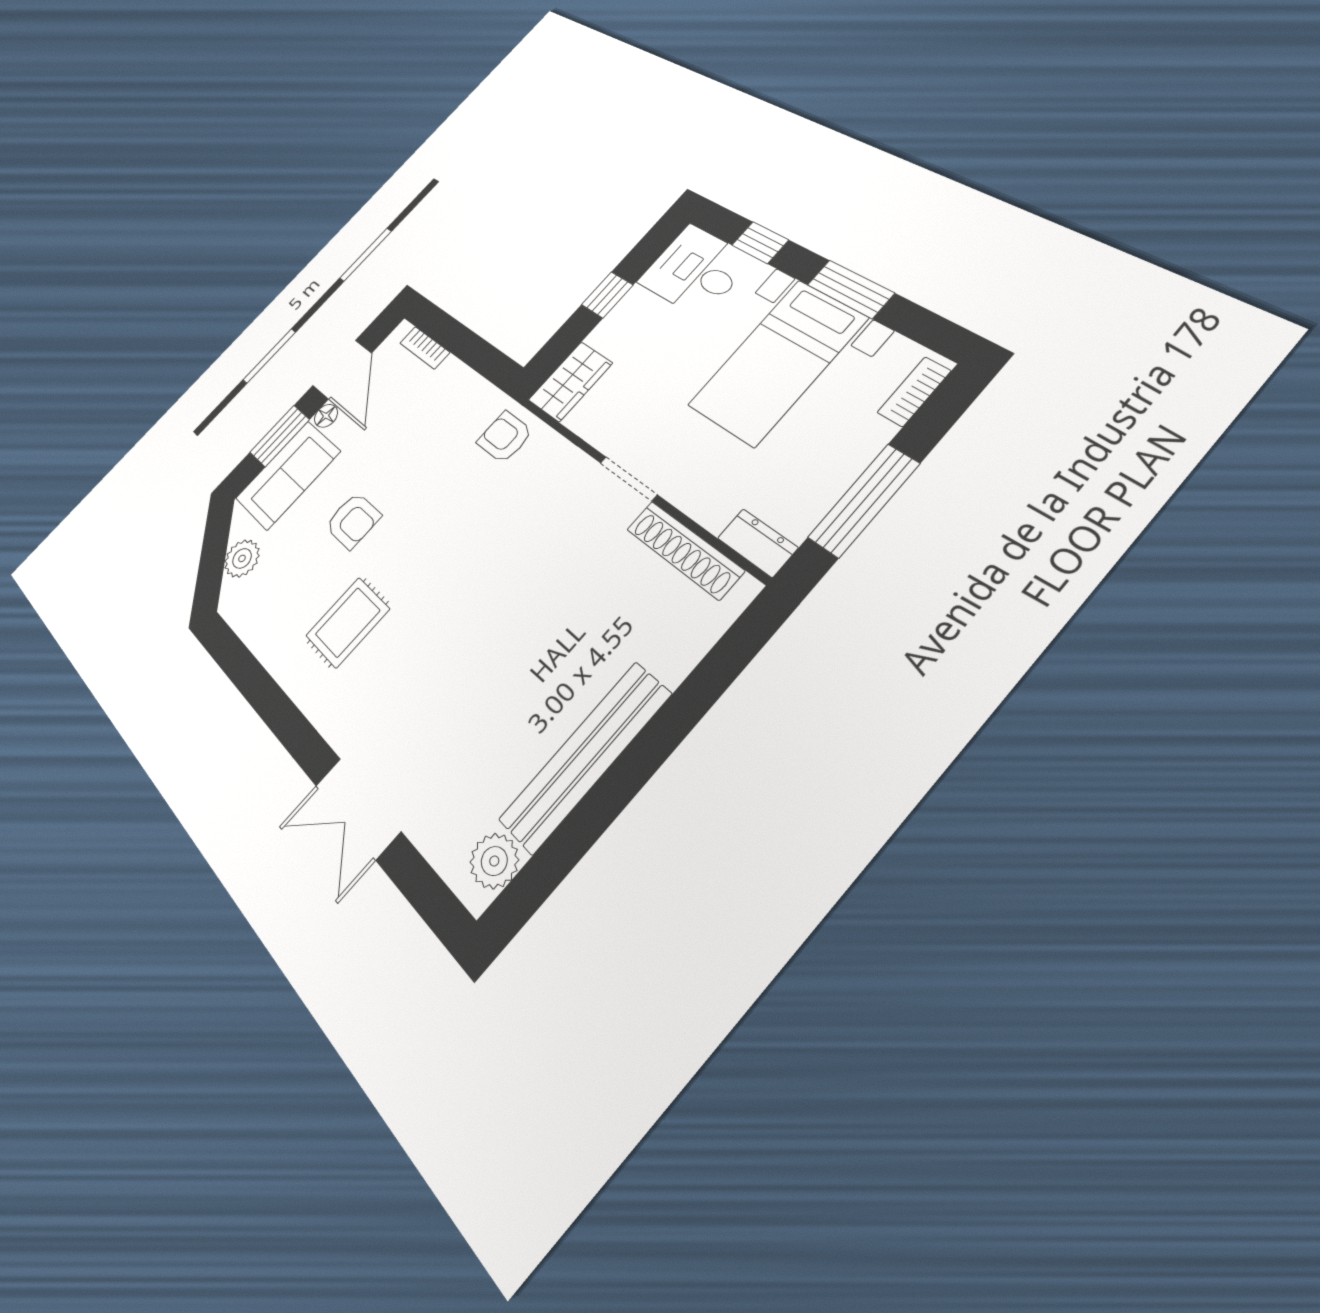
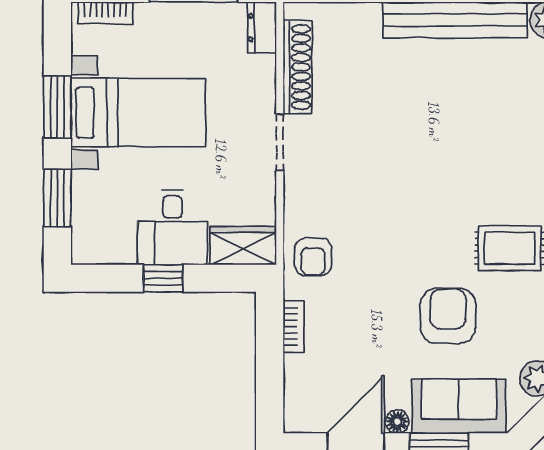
window: (760, 243) -> (57, 198), width x1.50
desk: (695, 271) -> (172, 227), moved
bookcase: (425, 348) -> (294, 327), moved
armchair: (353, 520) -> (448, 316), width x1.38, depth x1.38

